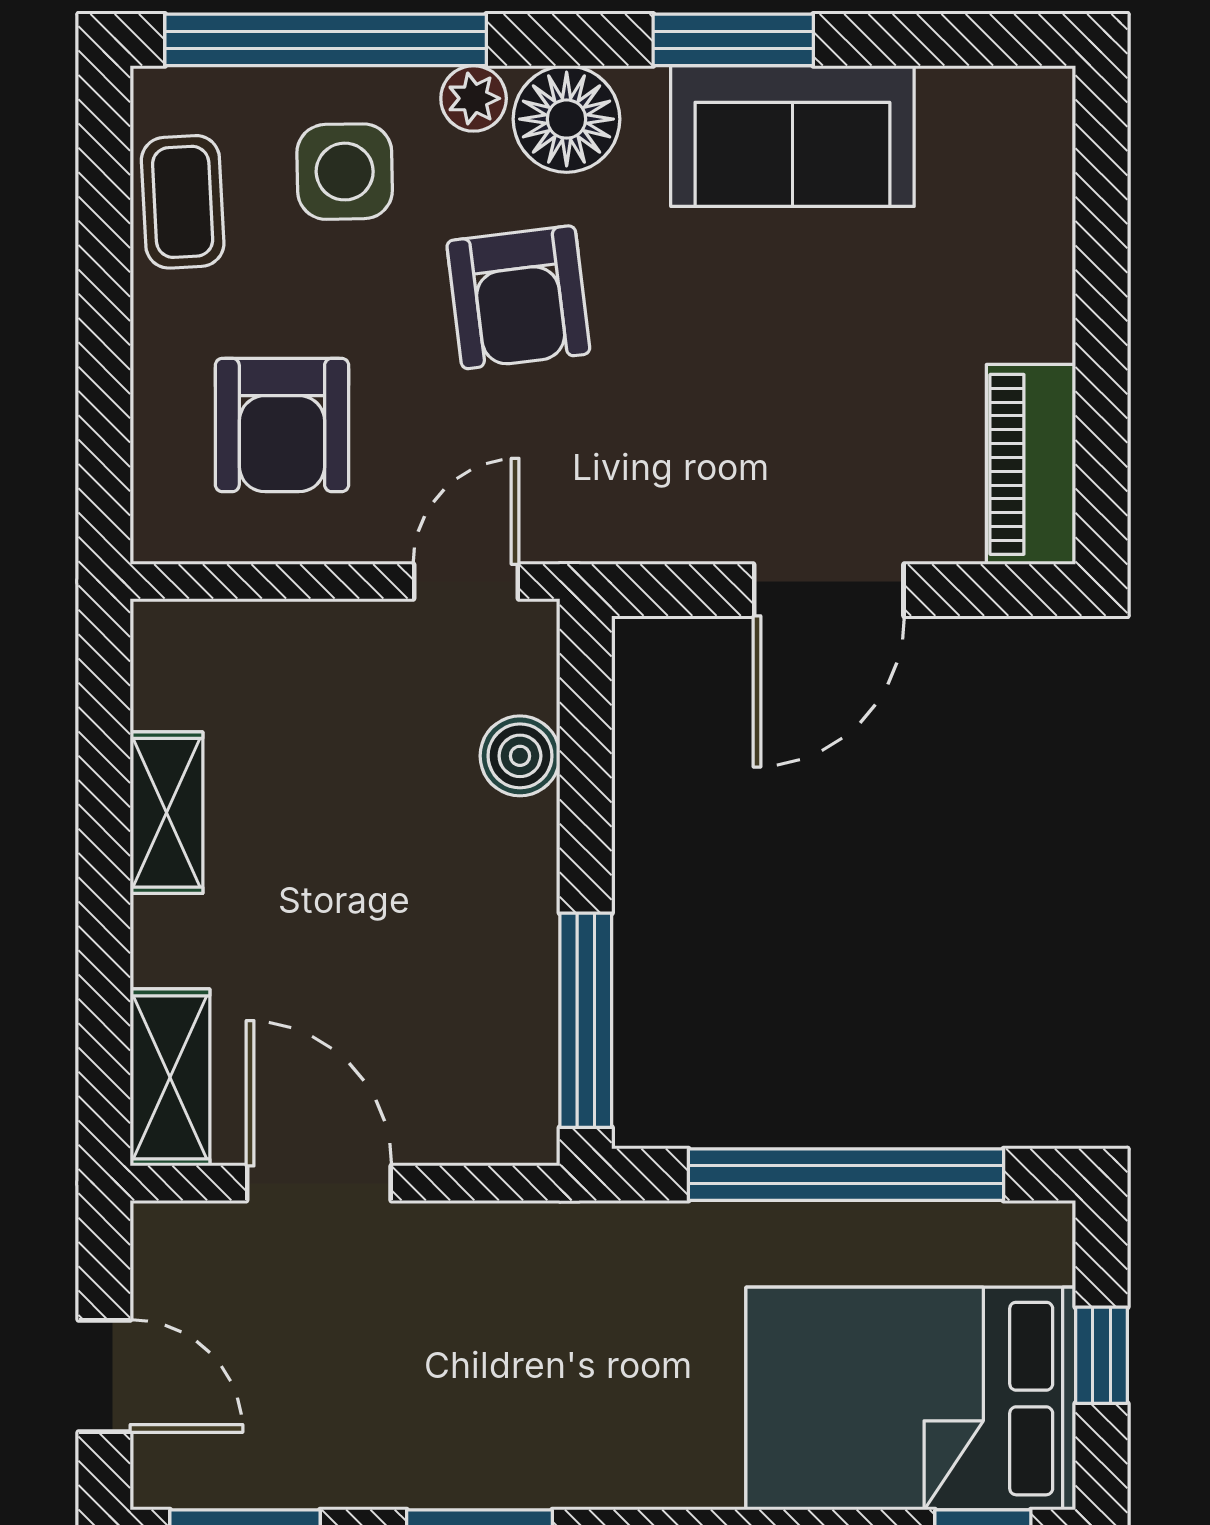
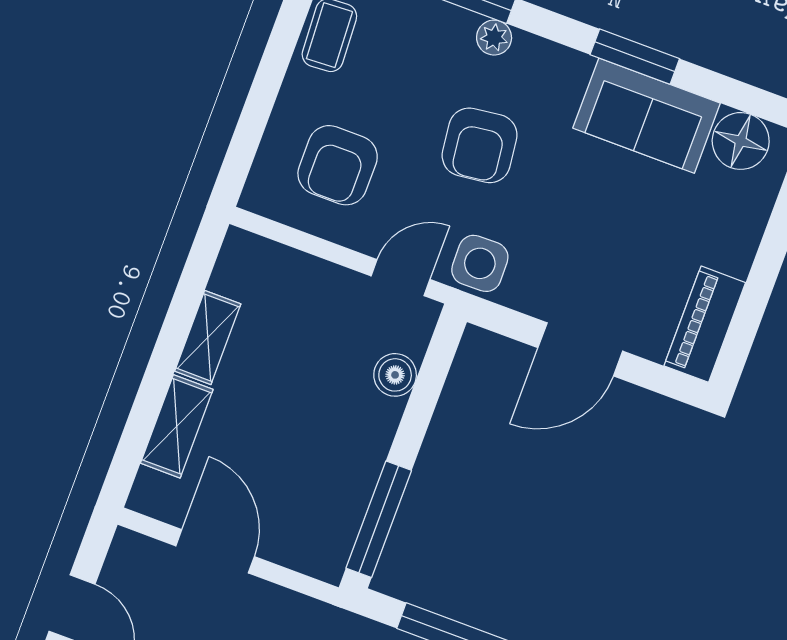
floor lamp: (567, 119) -> (741, 141), moved
side table: (345, 172) -> (480, 263), moved
shelving: (170, 1077) -> (177, 426), moved

